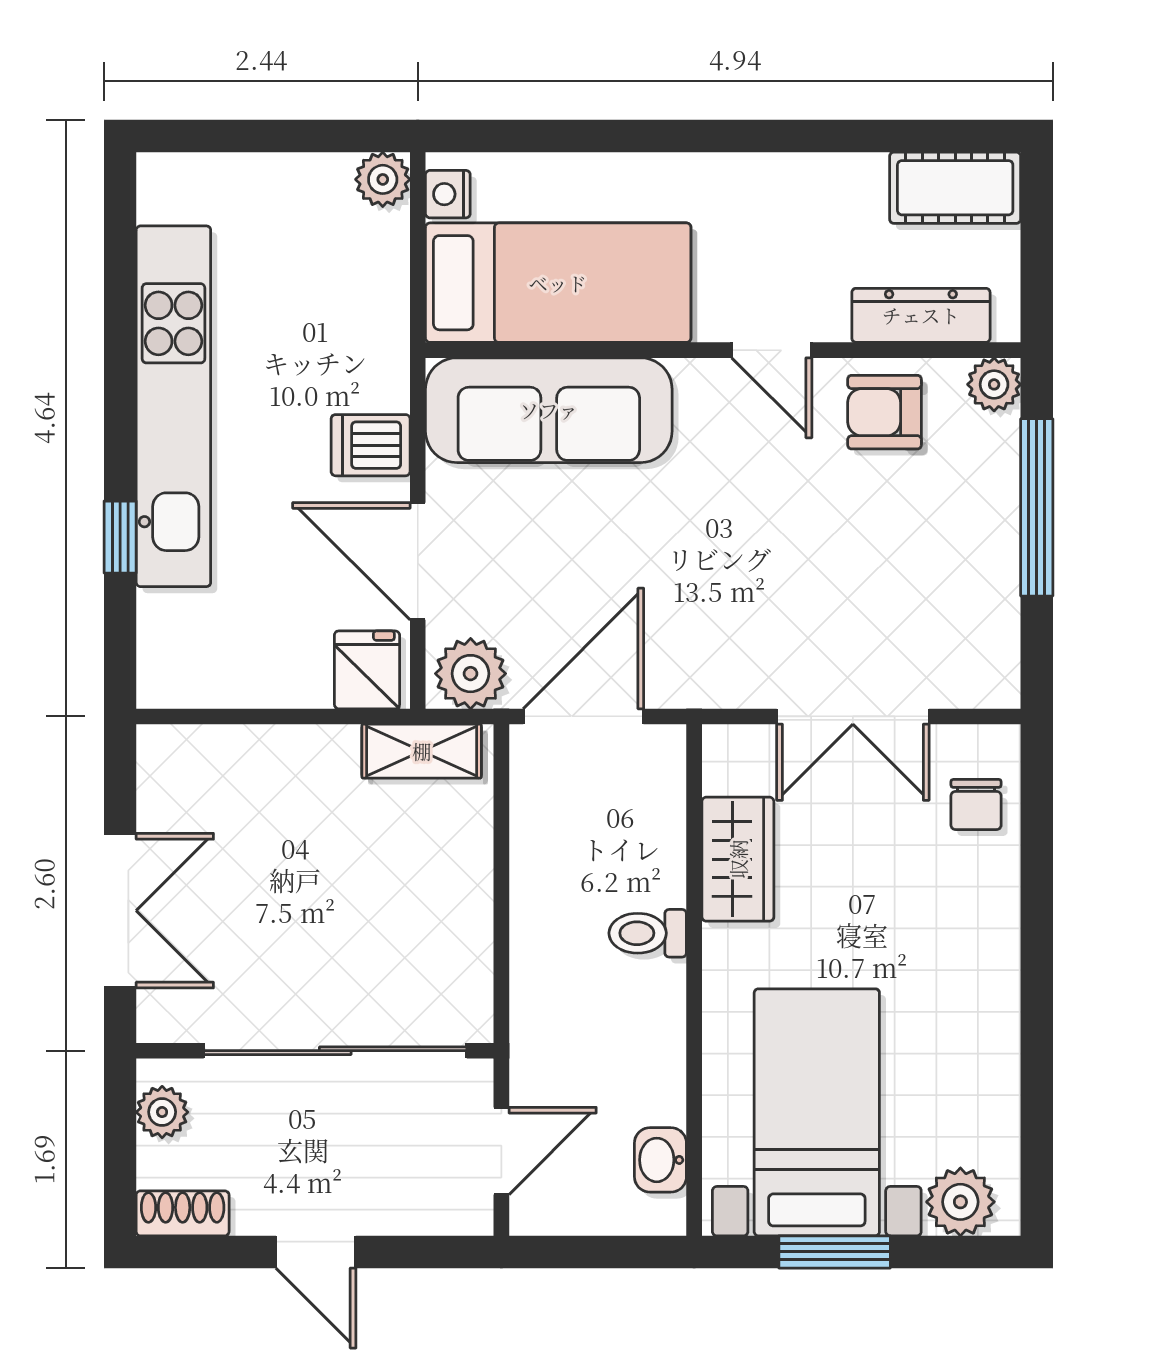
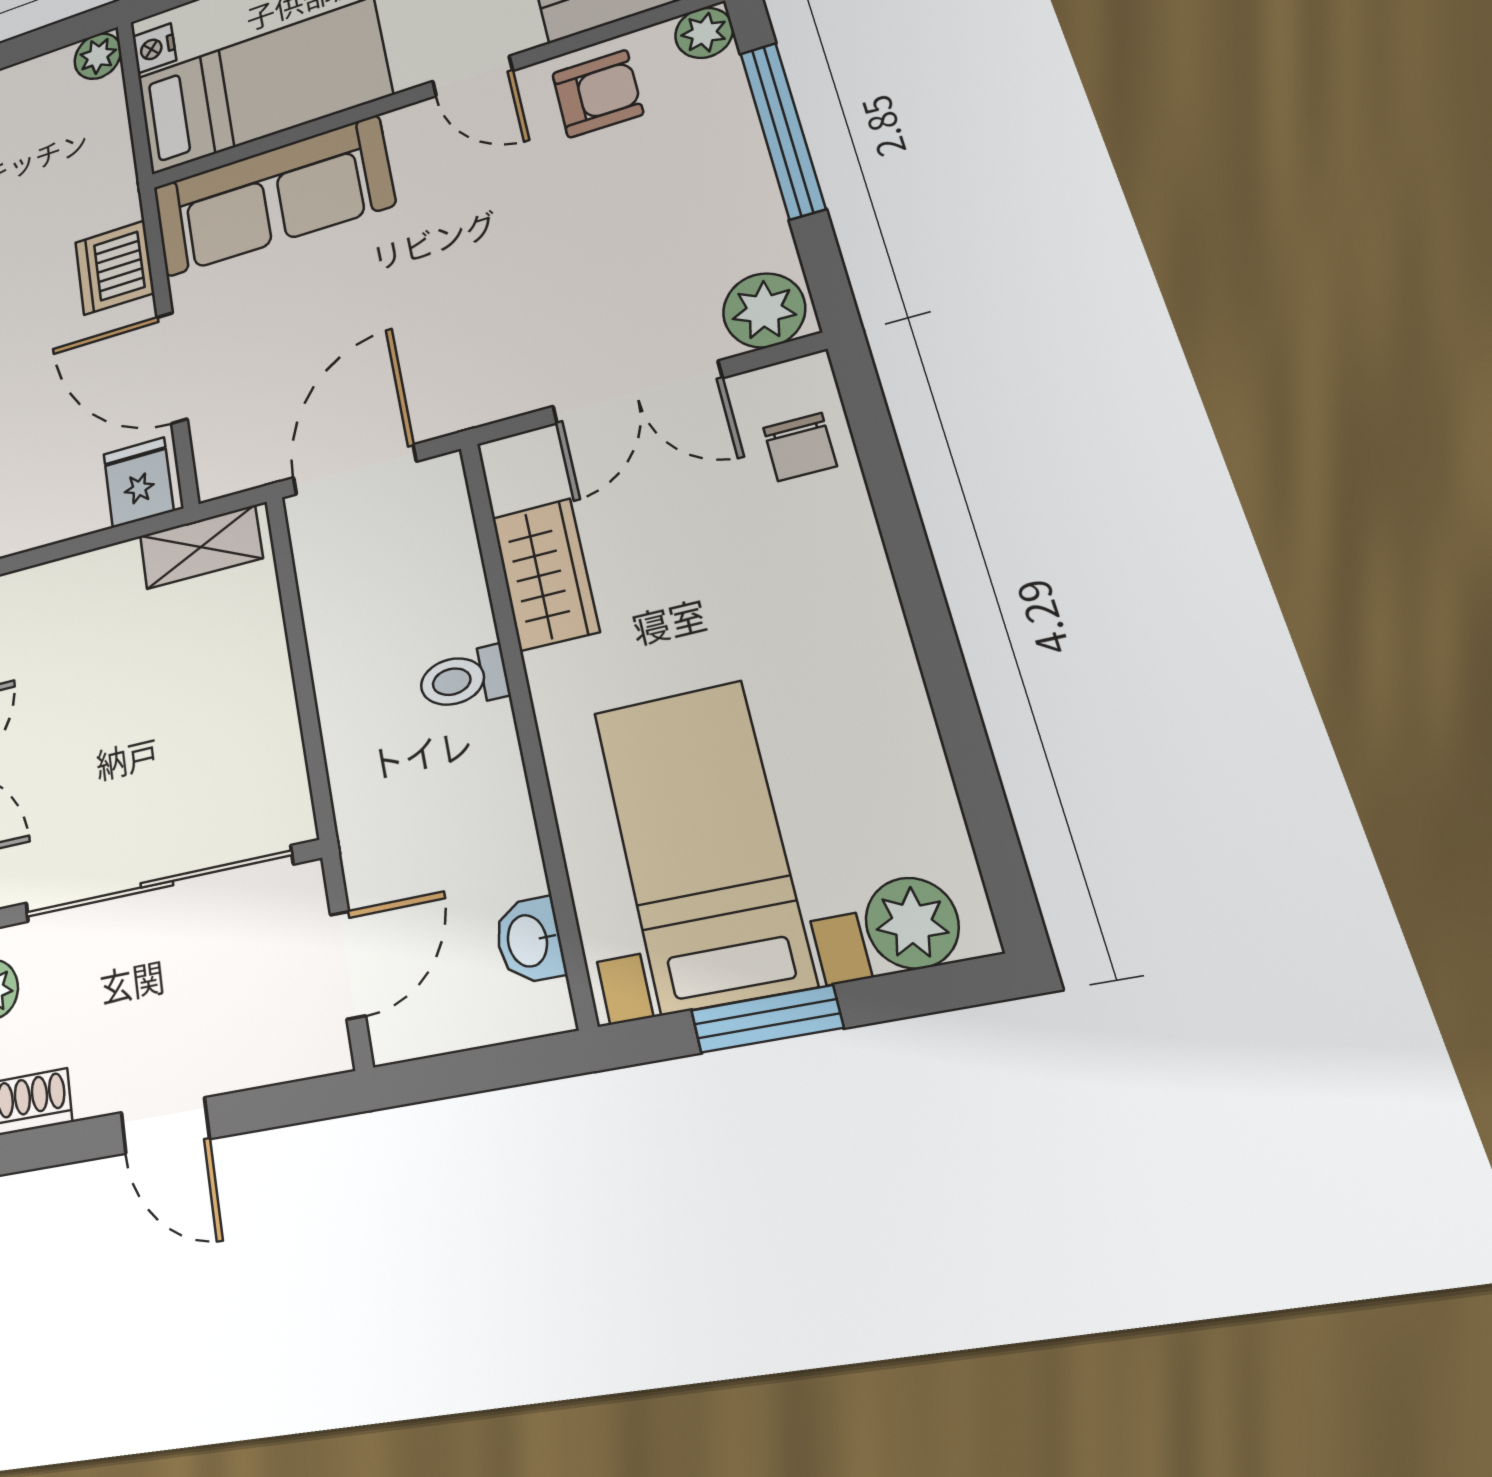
armchair: (884, 412) -> (597, 94), turned 180
dishwasher: (371, 445) -> (114, 268), width x1.38
plant: (471, 674) -> (764, 310), moved

